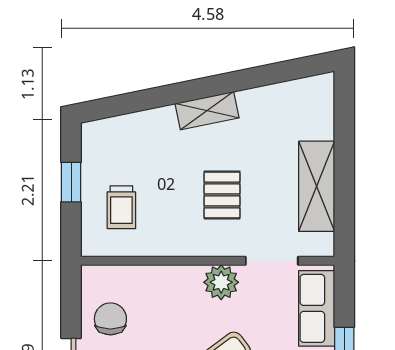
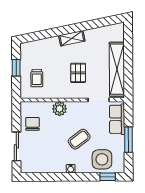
shelving: (317, 186) -> (117, 69), width x1.47
plant: (221, 282) -> (59, 109), moved

